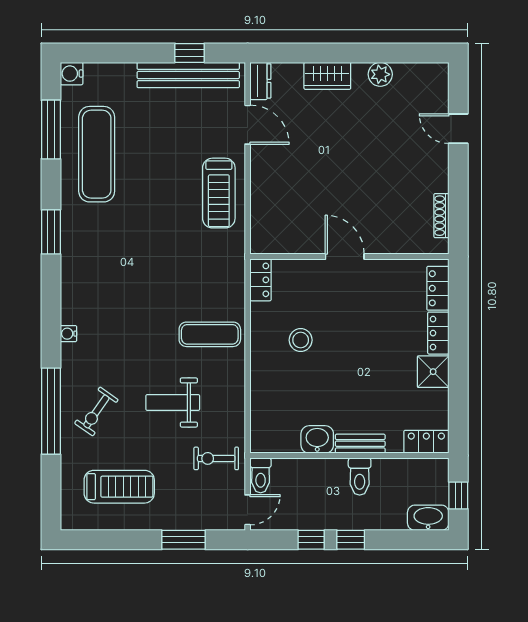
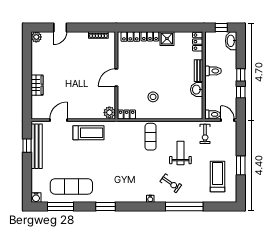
plant: (380, 74) -> (36, 37), moved
dresser: (260, 81) -> (39, 115), removed
plant: (265, 241) -> (109, 112), added
weight bench: (173, 402) -> (180, 153), turned 180
exercise bike: (96, 412) -> (171, 183), moved
window: (184, 540) -> (241, 165), moved

